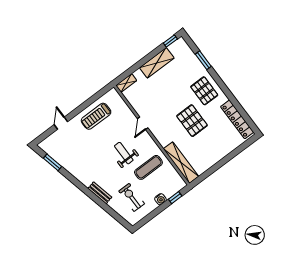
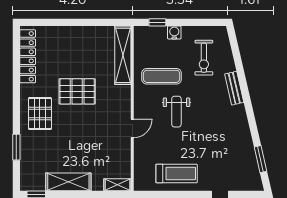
pallet: (192, 121) -> (77, 91), turned 90

